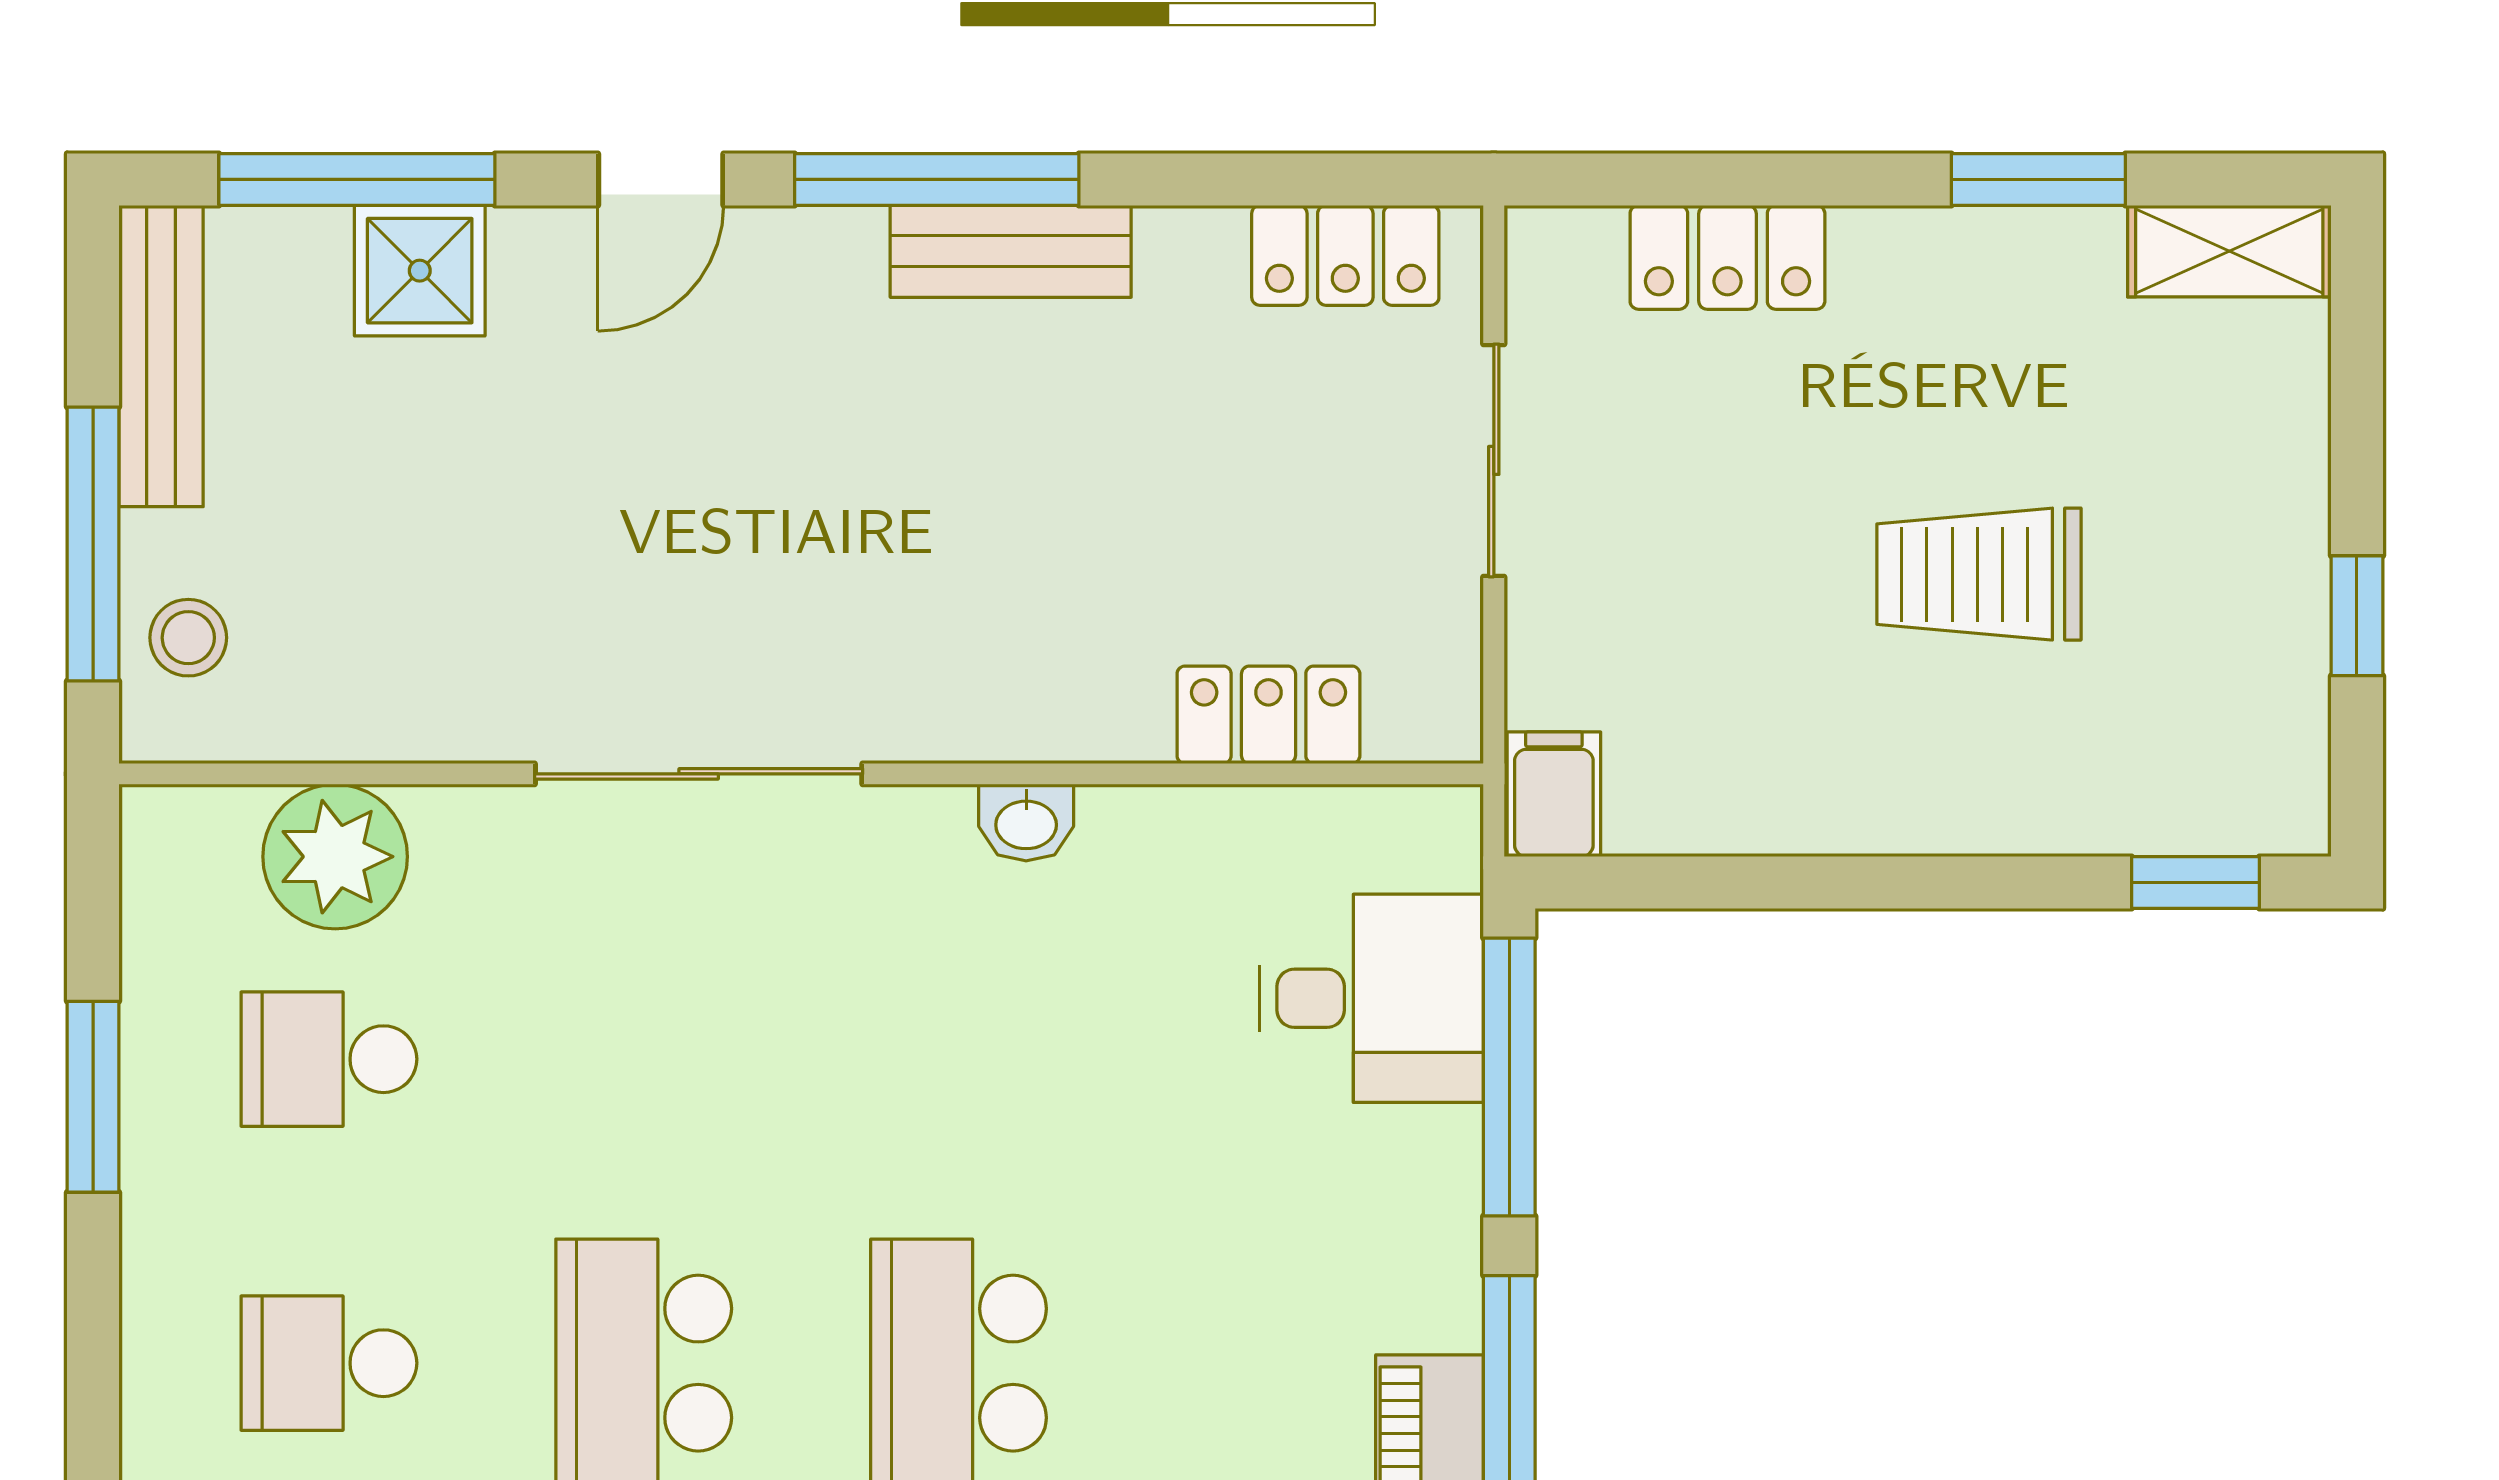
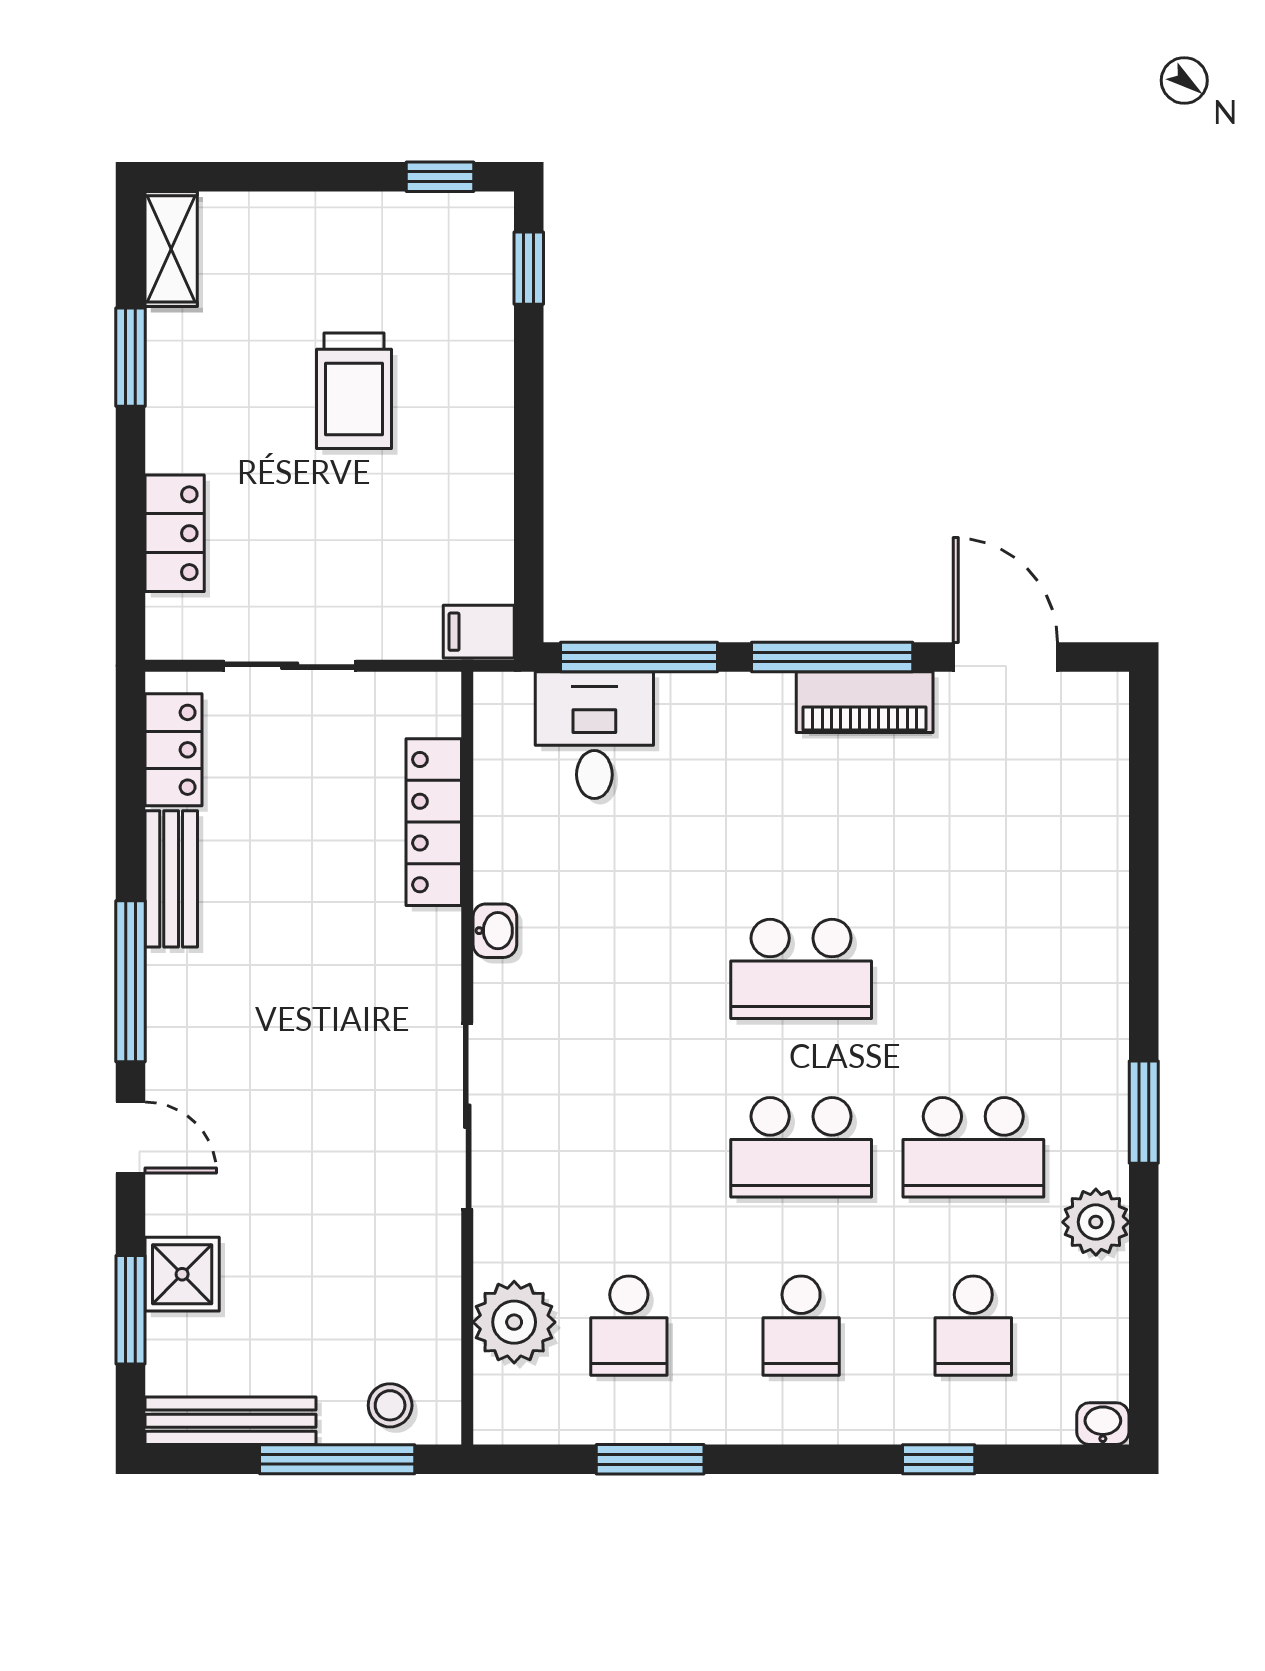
window: (357, 179) -> (130, 1310), width x0.69
bench: (1011, 251) -> (171, 879), moved
window: (2357, 616) -> (440, 177), moved
locker: (1268, 715) -> (434, 822), width x1.53

